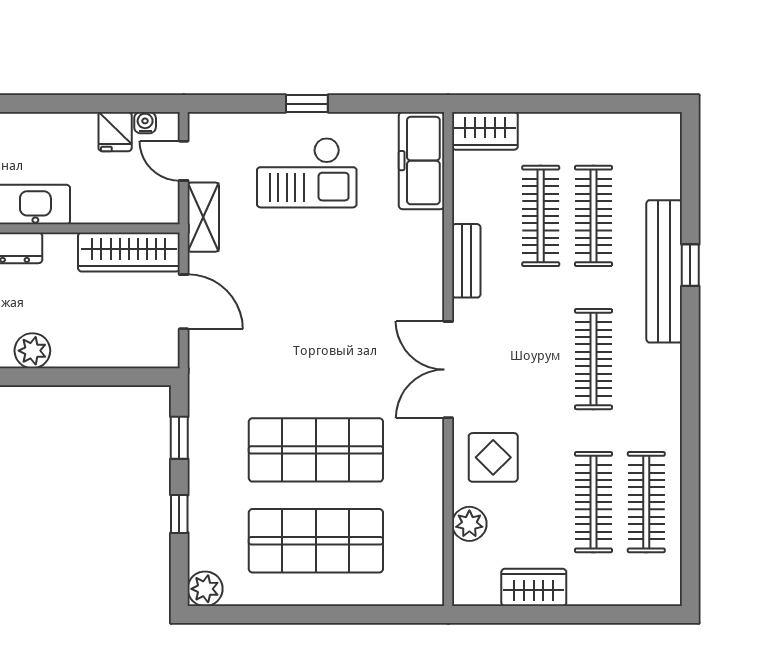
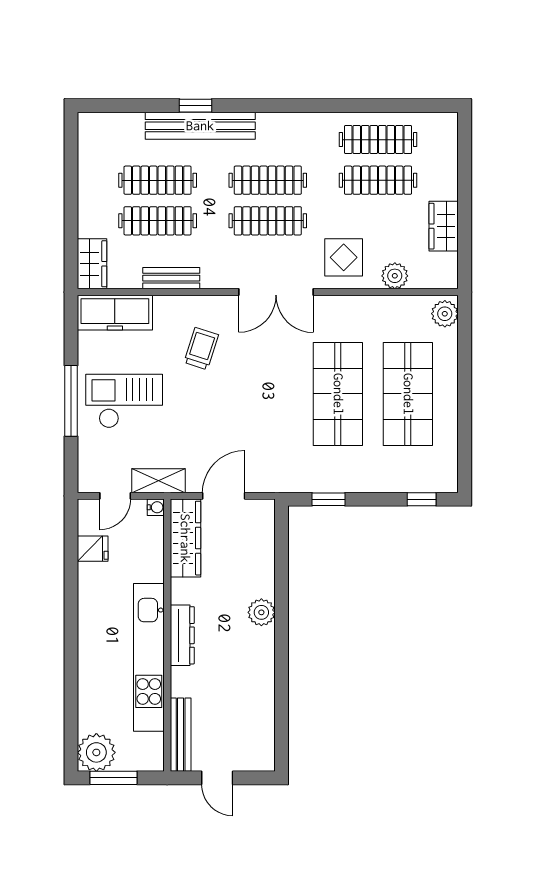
window: (307, 104) -> (71, 401), width x2.17
water cooler: (145, 123) -> (156, 507), moved, turned 180
checkout: (307, 173) -> (124, 401), turned -90
bench: (466, 261) -> (171, 278), moved
trolley: (375, 273) -> (201, 349), added
clothes rail: (541, 359) -> (268, 221), added
window: (179, 514) -> (422, 499), moved
plant: (205, 589) -> (445, 314), moved

